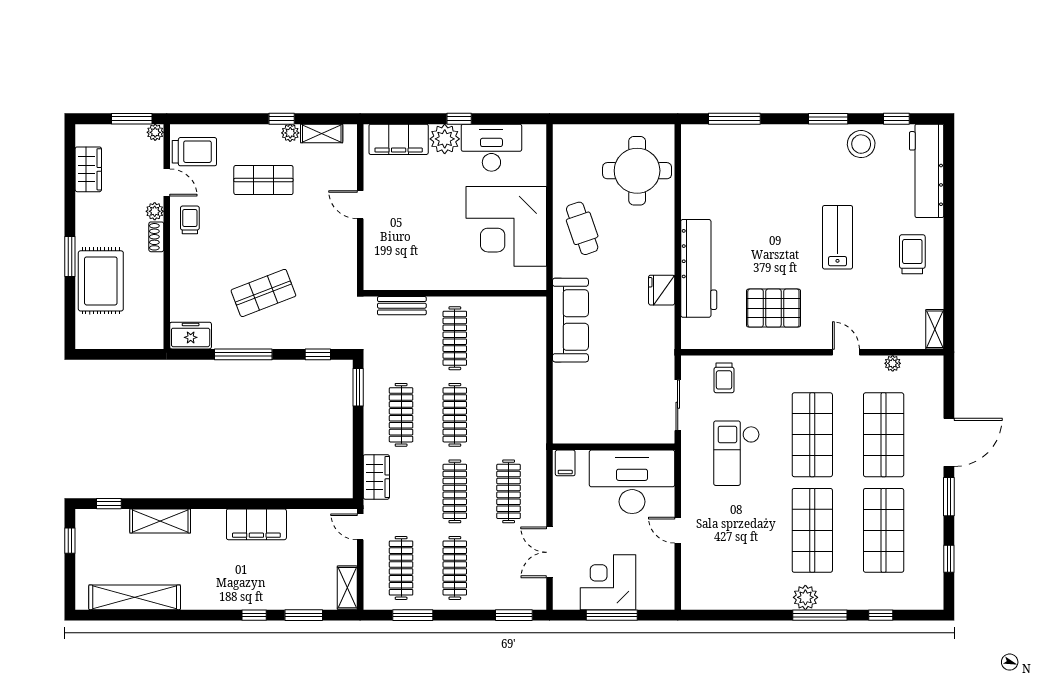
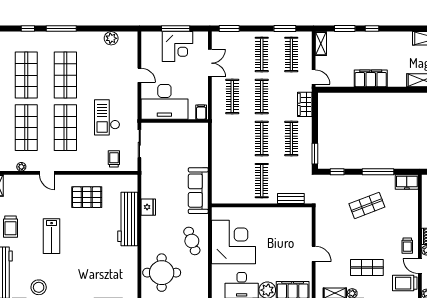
checkout: (737, 453) -> (107, 117), turned 180
plant: (805, 597) -> (111, 38), moved

